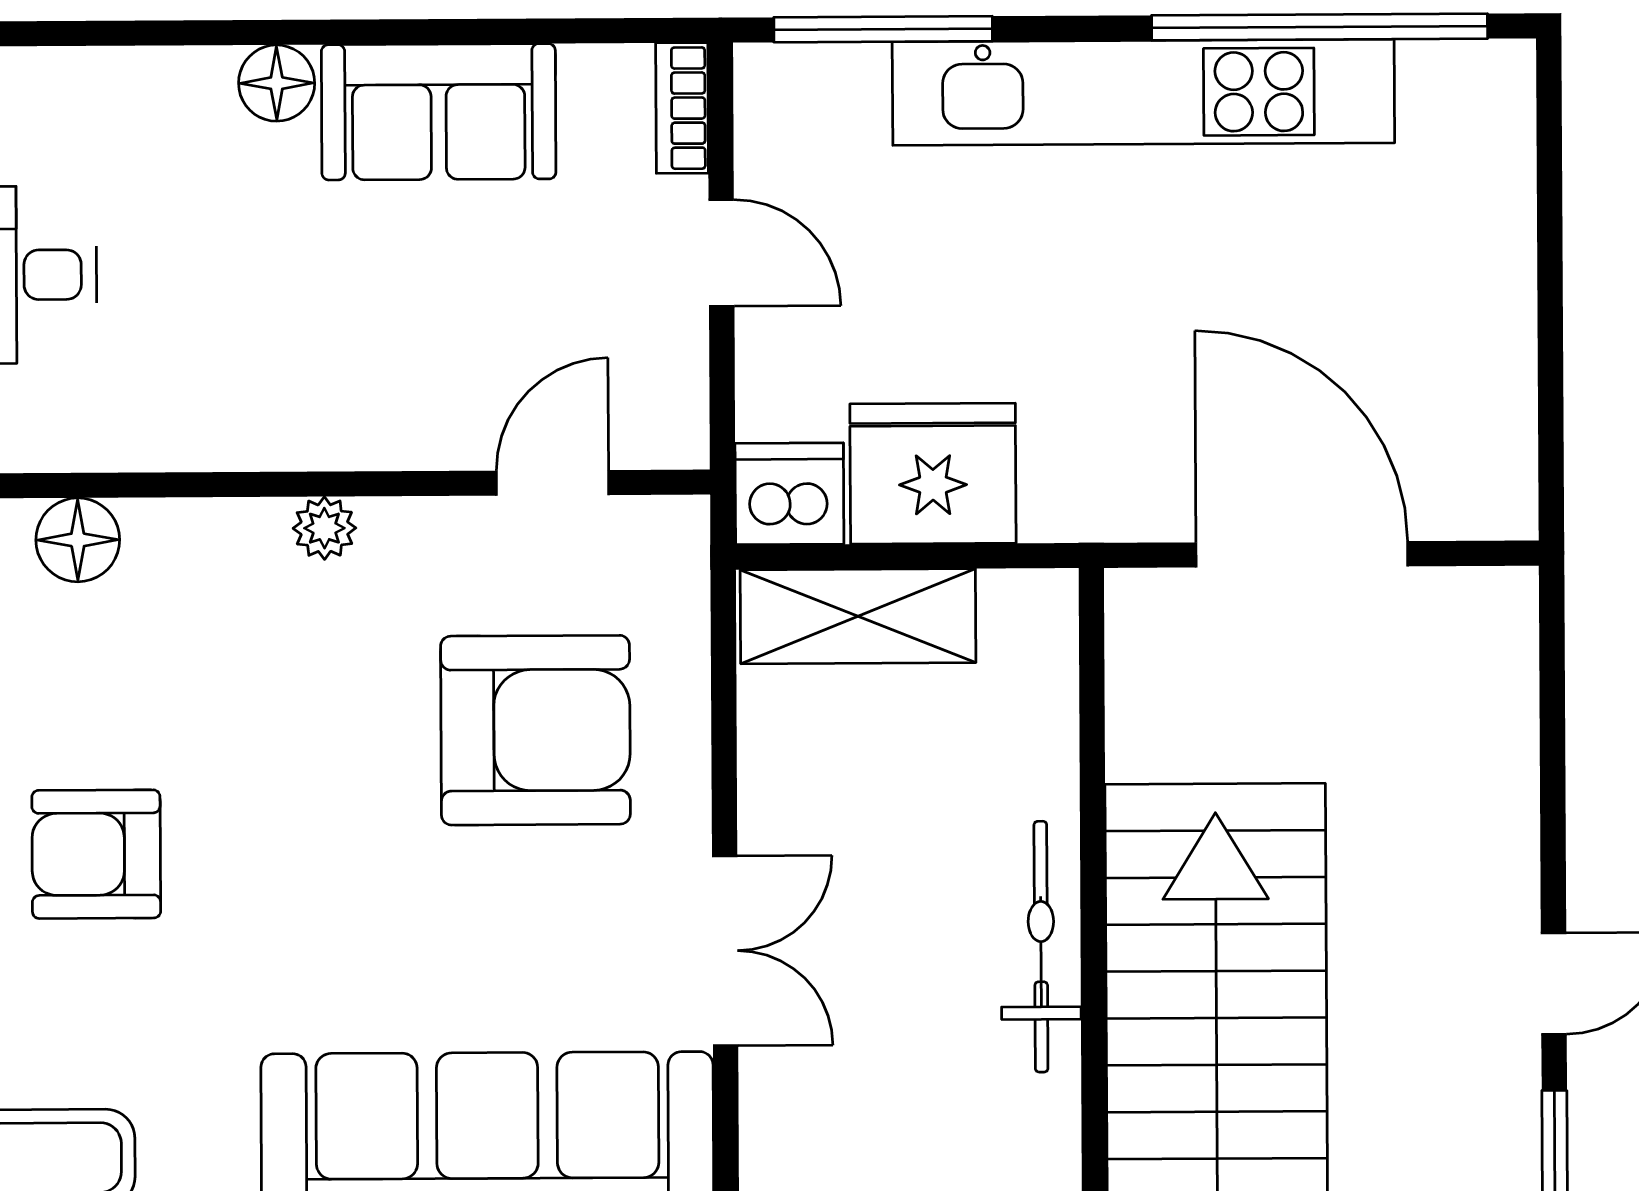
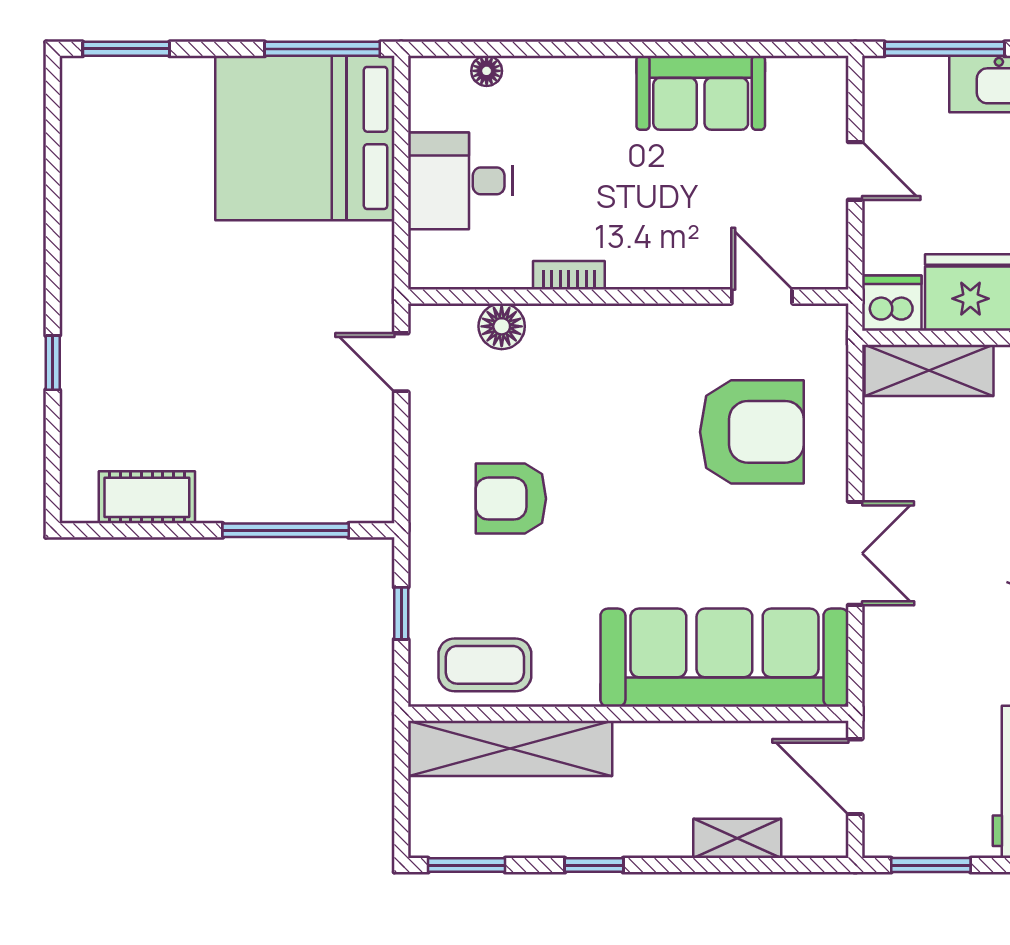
floor lamp: (277, 83) -> (487, 71), moved, width x0.73, depth x0.73
bookcase: (682, 108) -> (569, 275), moved, turned 90
door: (552, 483) -> (762, 296), hinge flipped
plant: (324, 528) -> (637, 321), removed

